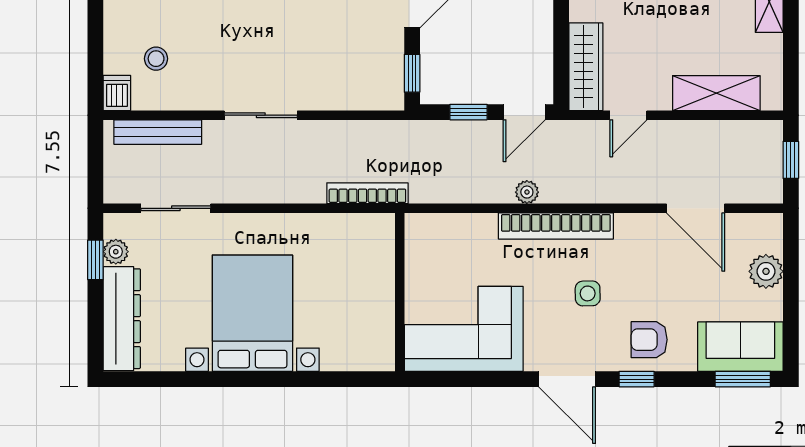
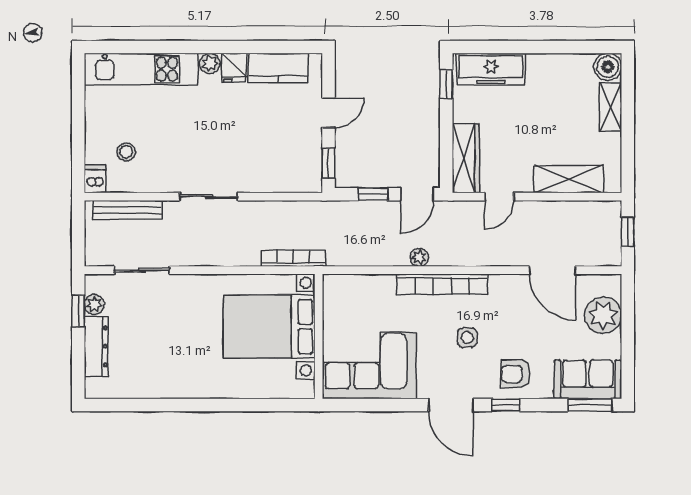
plant: (766, 271) -> (603, 315), width x1.36, depth x1.36
bed with nightstands: (252, 313) -> (269, 327), moved, turned -90
dresser: (122, 319) -> (96, 346), width x0.73, depth x0.80

